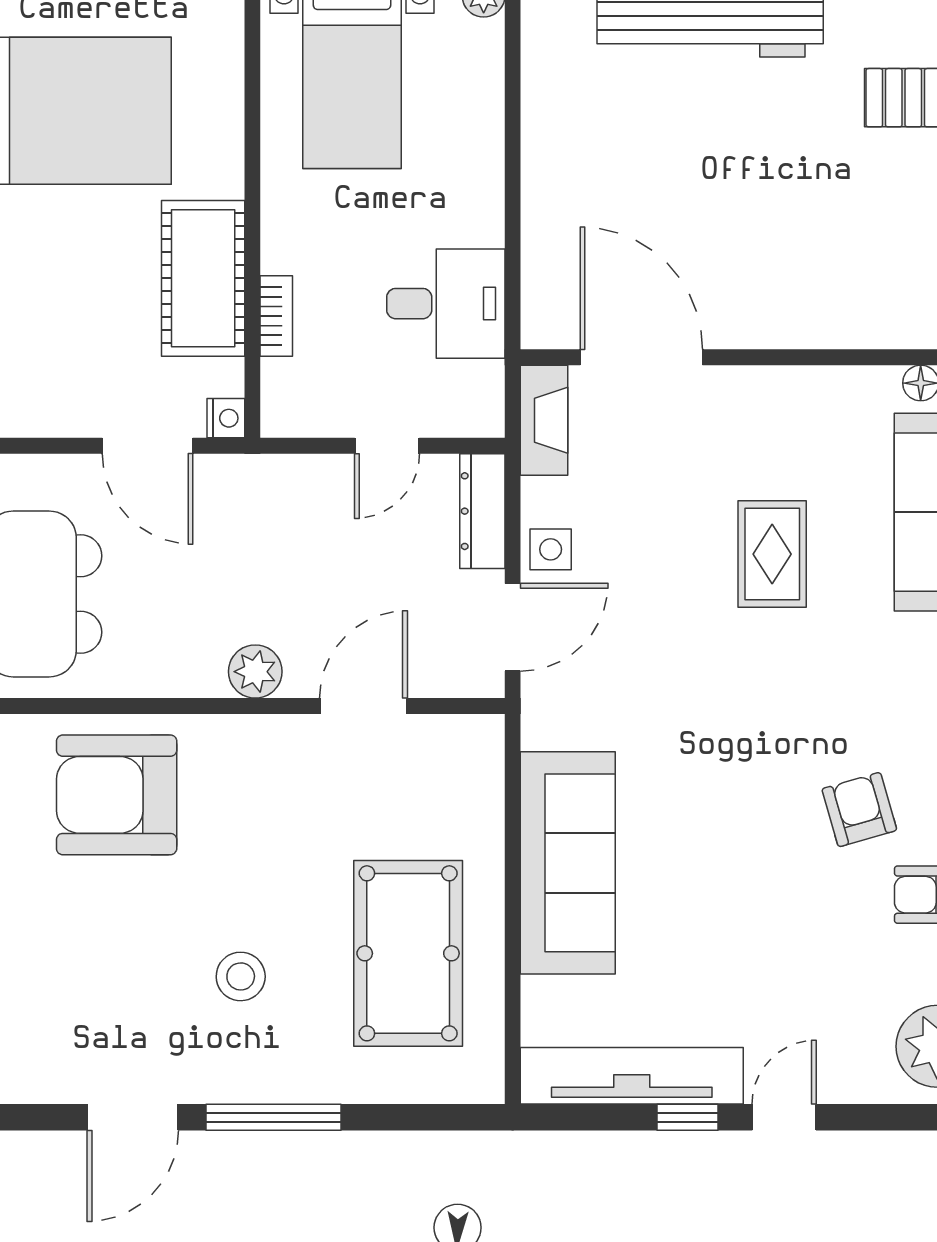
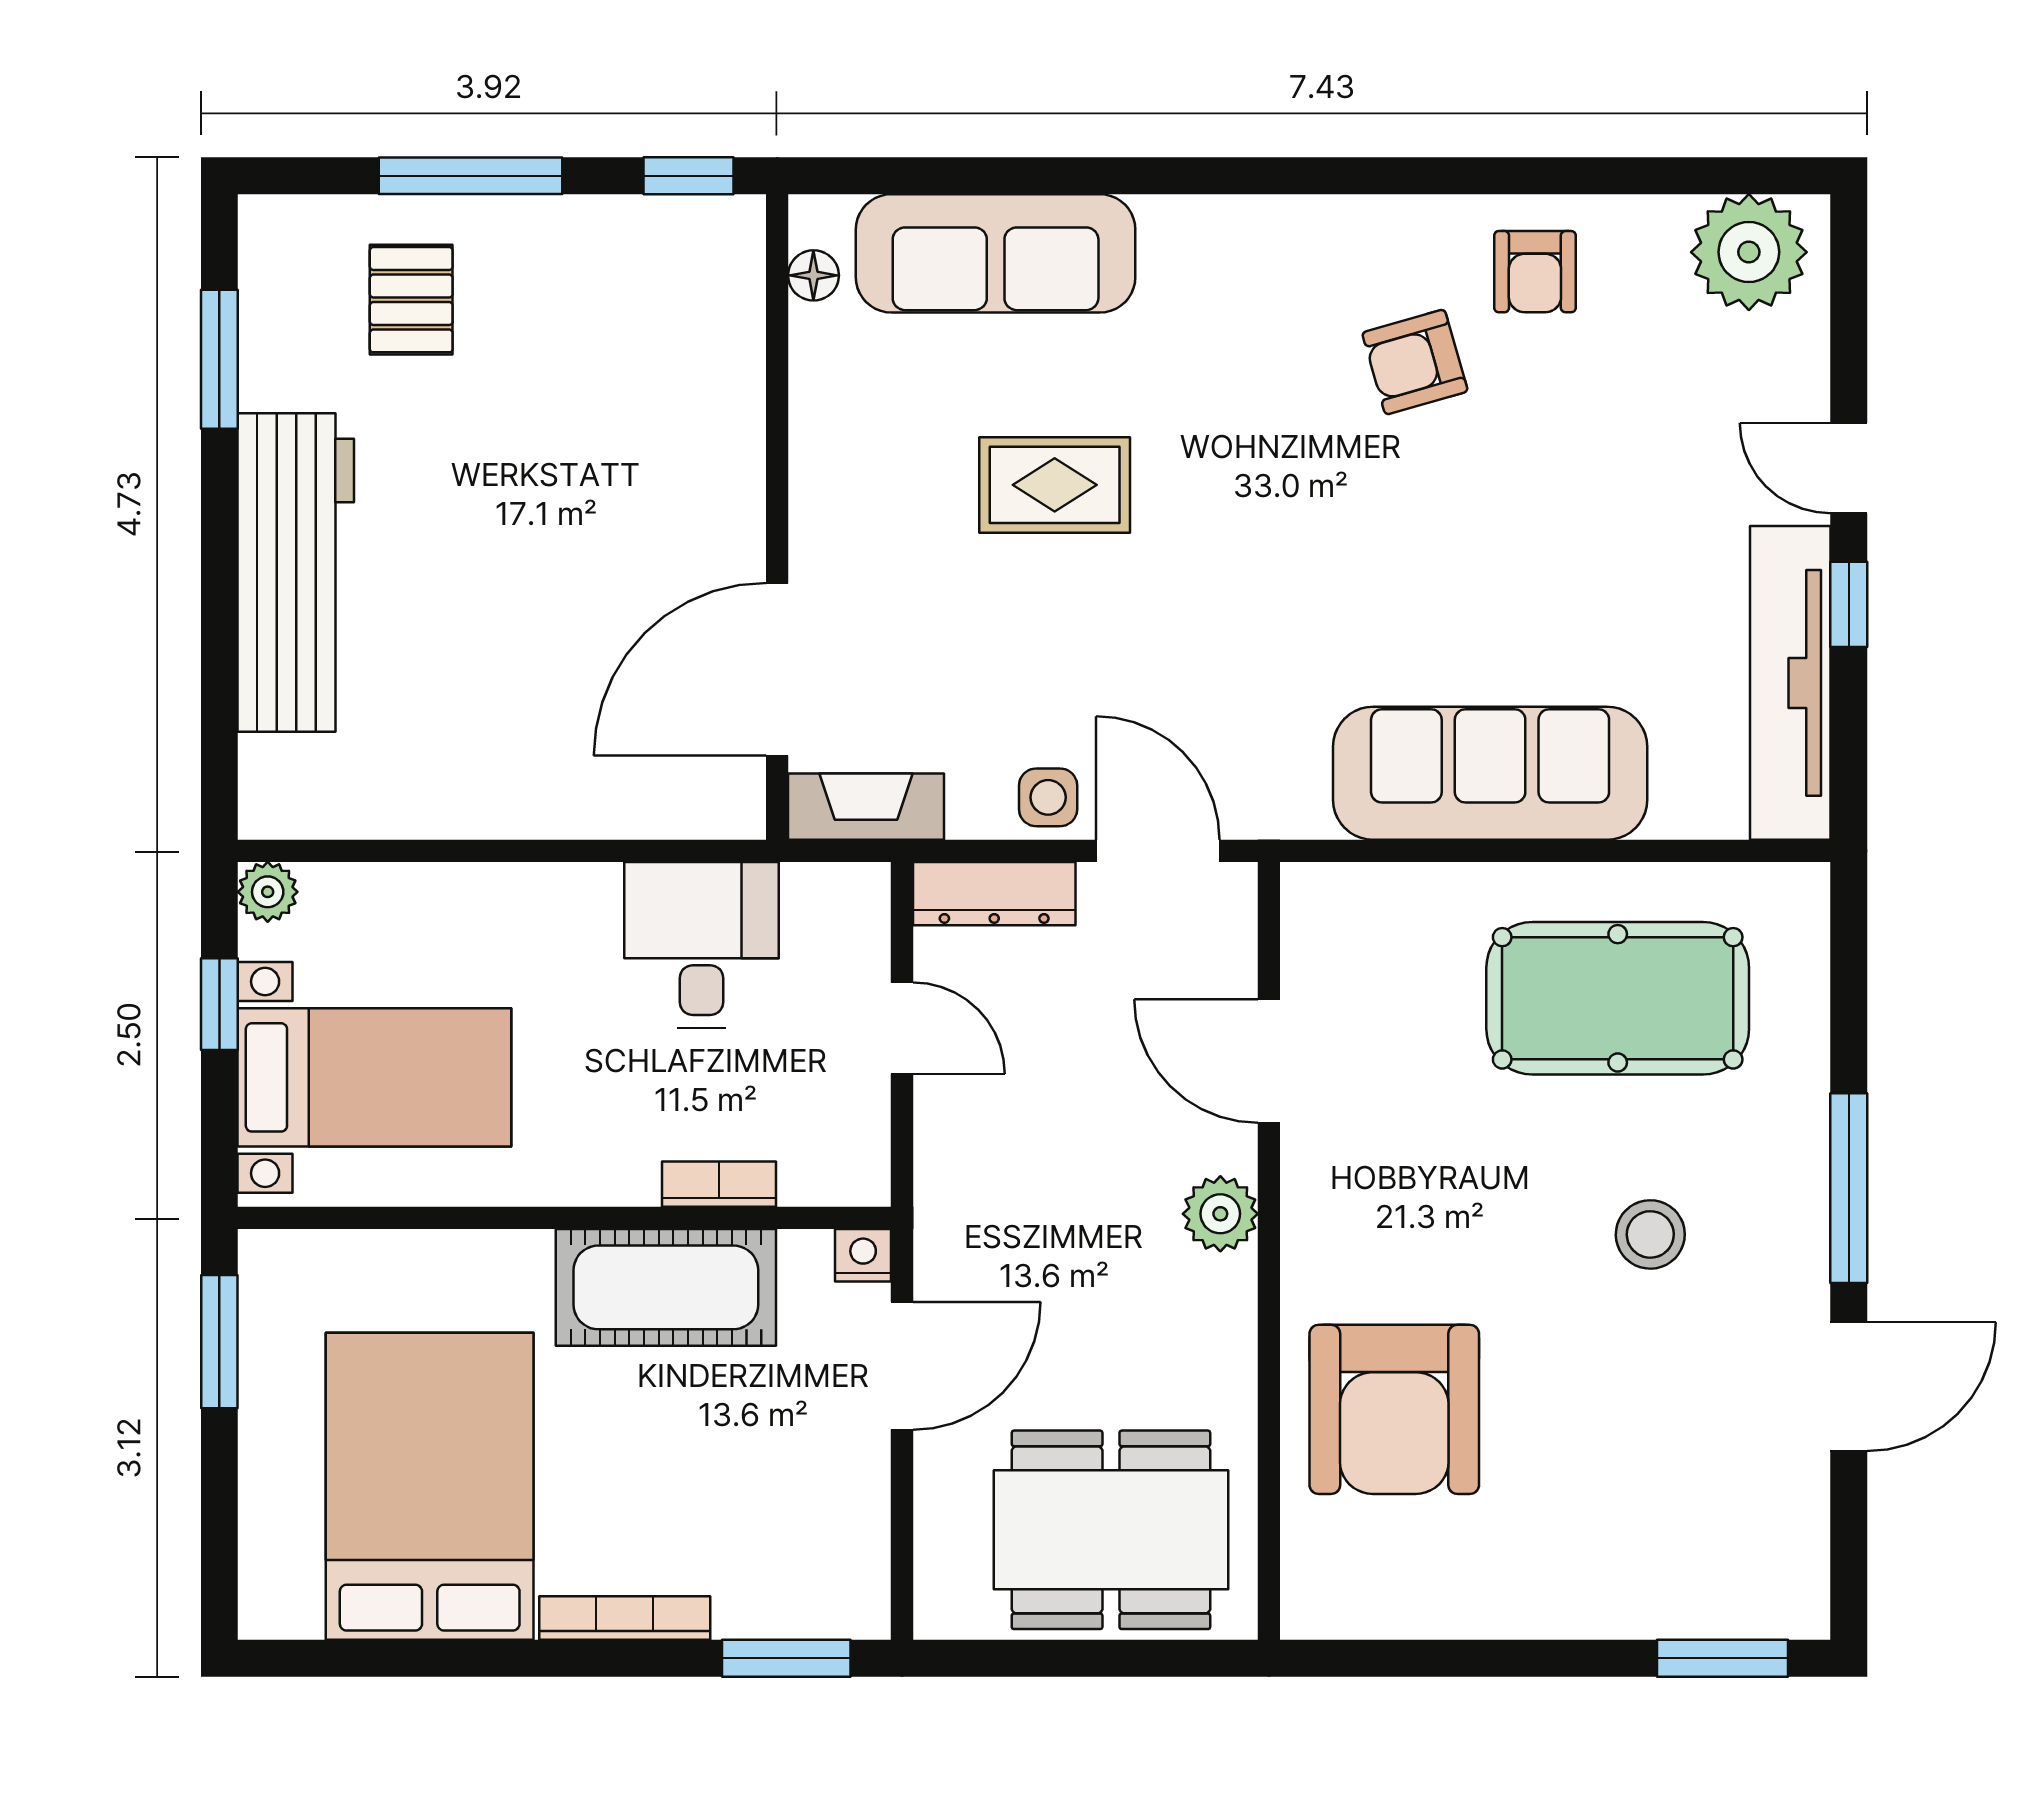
door: (133, 1117) -> (1849, 1387), hinge flipped

